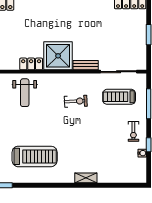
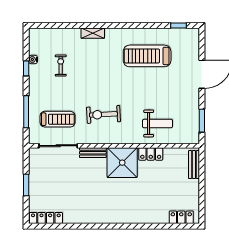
weight bench: (25, 93) -> (158, 123), turned 90
exercise bike: (76, 101) -> (103, 114), width x1.38, depth x1.39
exercise bike: (133, 131) -> (61, 65), moved

